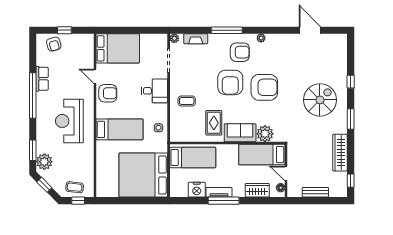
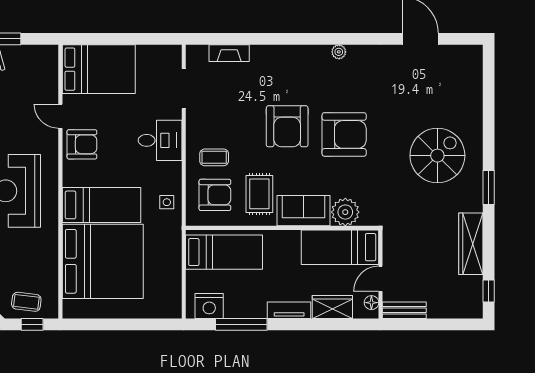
window: (227, 30) -> (281, 39), removed
plant: (174, 38) -> (193, 52), removed
armchair: (240, 52) -> (215, 195), moved
window: (351, 82) -> (489, 125), removed
door: (286, 174) -> (381, 279), hinge flipped
bed: (143, 175) -> (103, 261), moved, turned 180
nightstand: (197, 190) -> (209, 306), moved
tv unit: (219, 192) -> (289, 310), moved
bench: (315, 192) -> (404, 310), moved
window: (224, 201) -> (241, 324), moved

